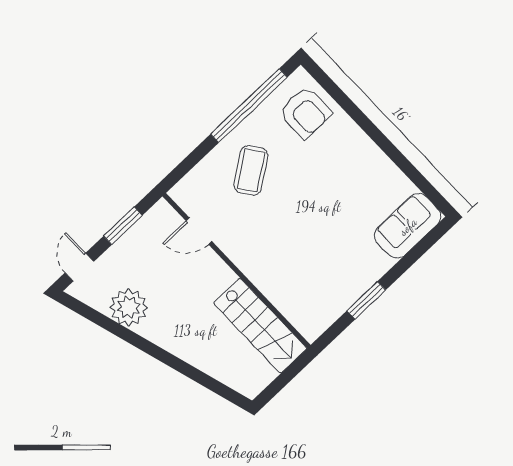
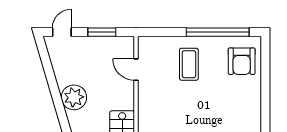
coffee table: (251, 170) -> (189, 64), turned -55
plant: (129, 307) -> (74, 97), moved

